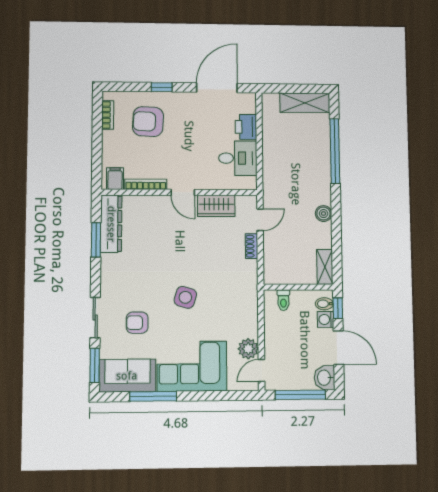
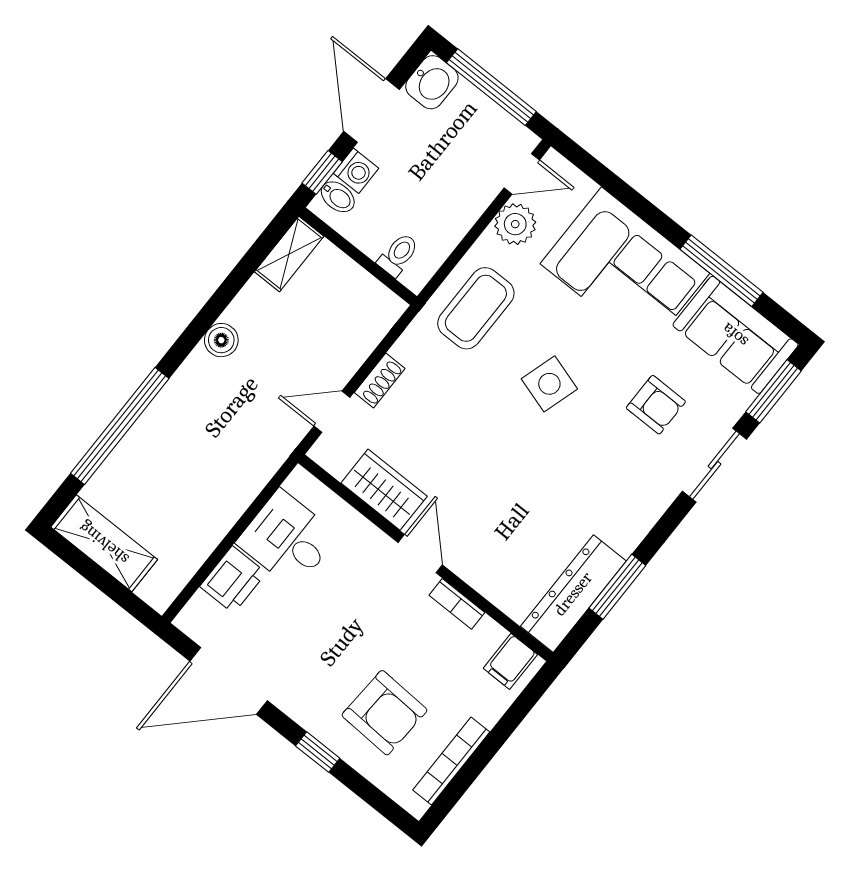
bookcase: (108, 115) -> (451, 761), width x1.56
bookcase: (146, 184) -> (457, 604), width x0.64
coffee table: (237, 304) -> (476, 308), added

